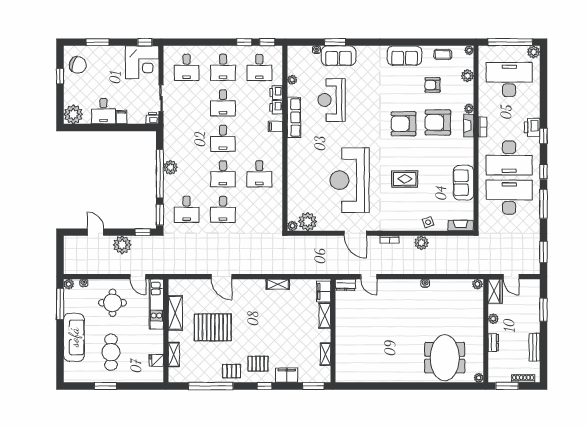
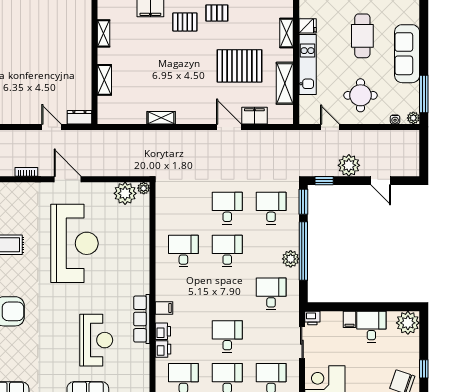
plant: (292, 80) -> (144, 364), removed
desk: (223, 138) -> (271, 294), moved
filing cabinet: (324, 291) -> (254, 116), moved, turned -90
kitchen unit: (156, 304) -> (308, 64), moved

